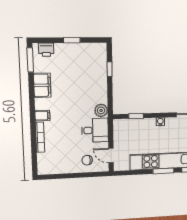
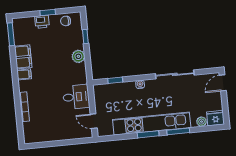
printer: (46, 50) -> (42, 22), moved
plant: (101, 110) -> (78, 56), moved
filing cabinet: (42, 116) -> (24, 74), moved
chair: (87, 160) -> (66, 21), moved

